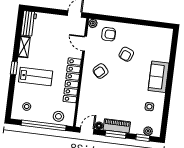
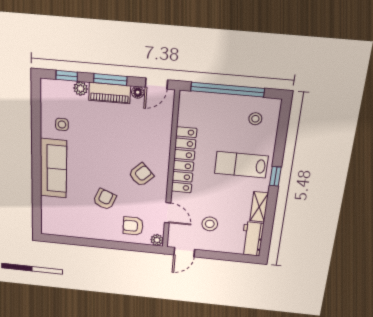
sofa: (159, 77) -> (53, 168), width x1.36
stool: (58, 116) -> (210, 224), moved
plant: (148, 131) -> (81, 88), moved

